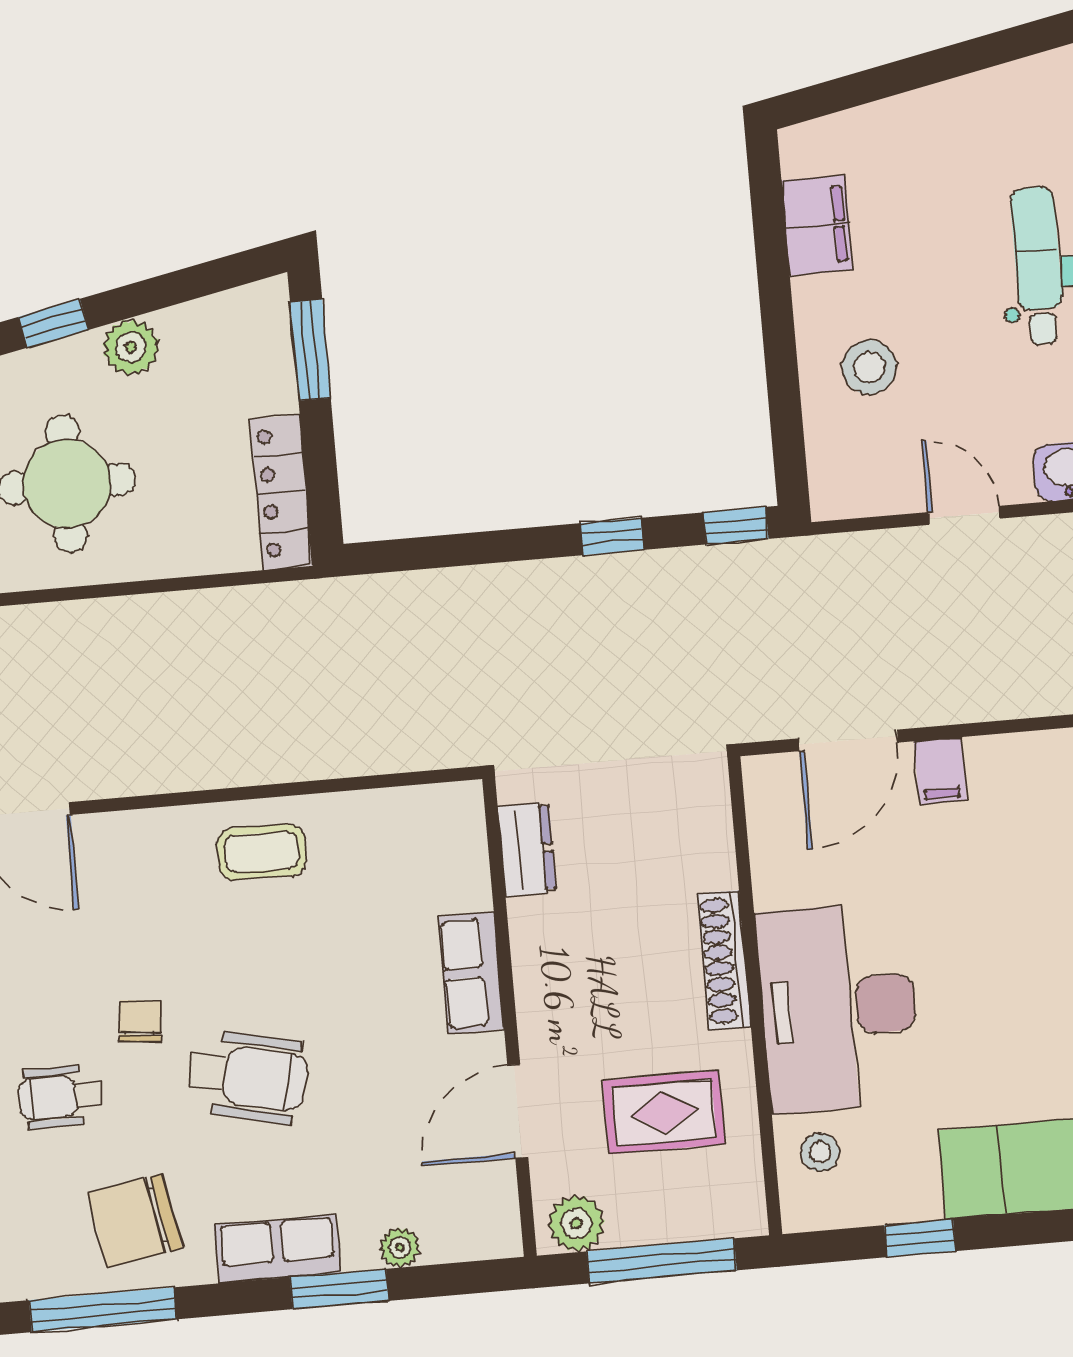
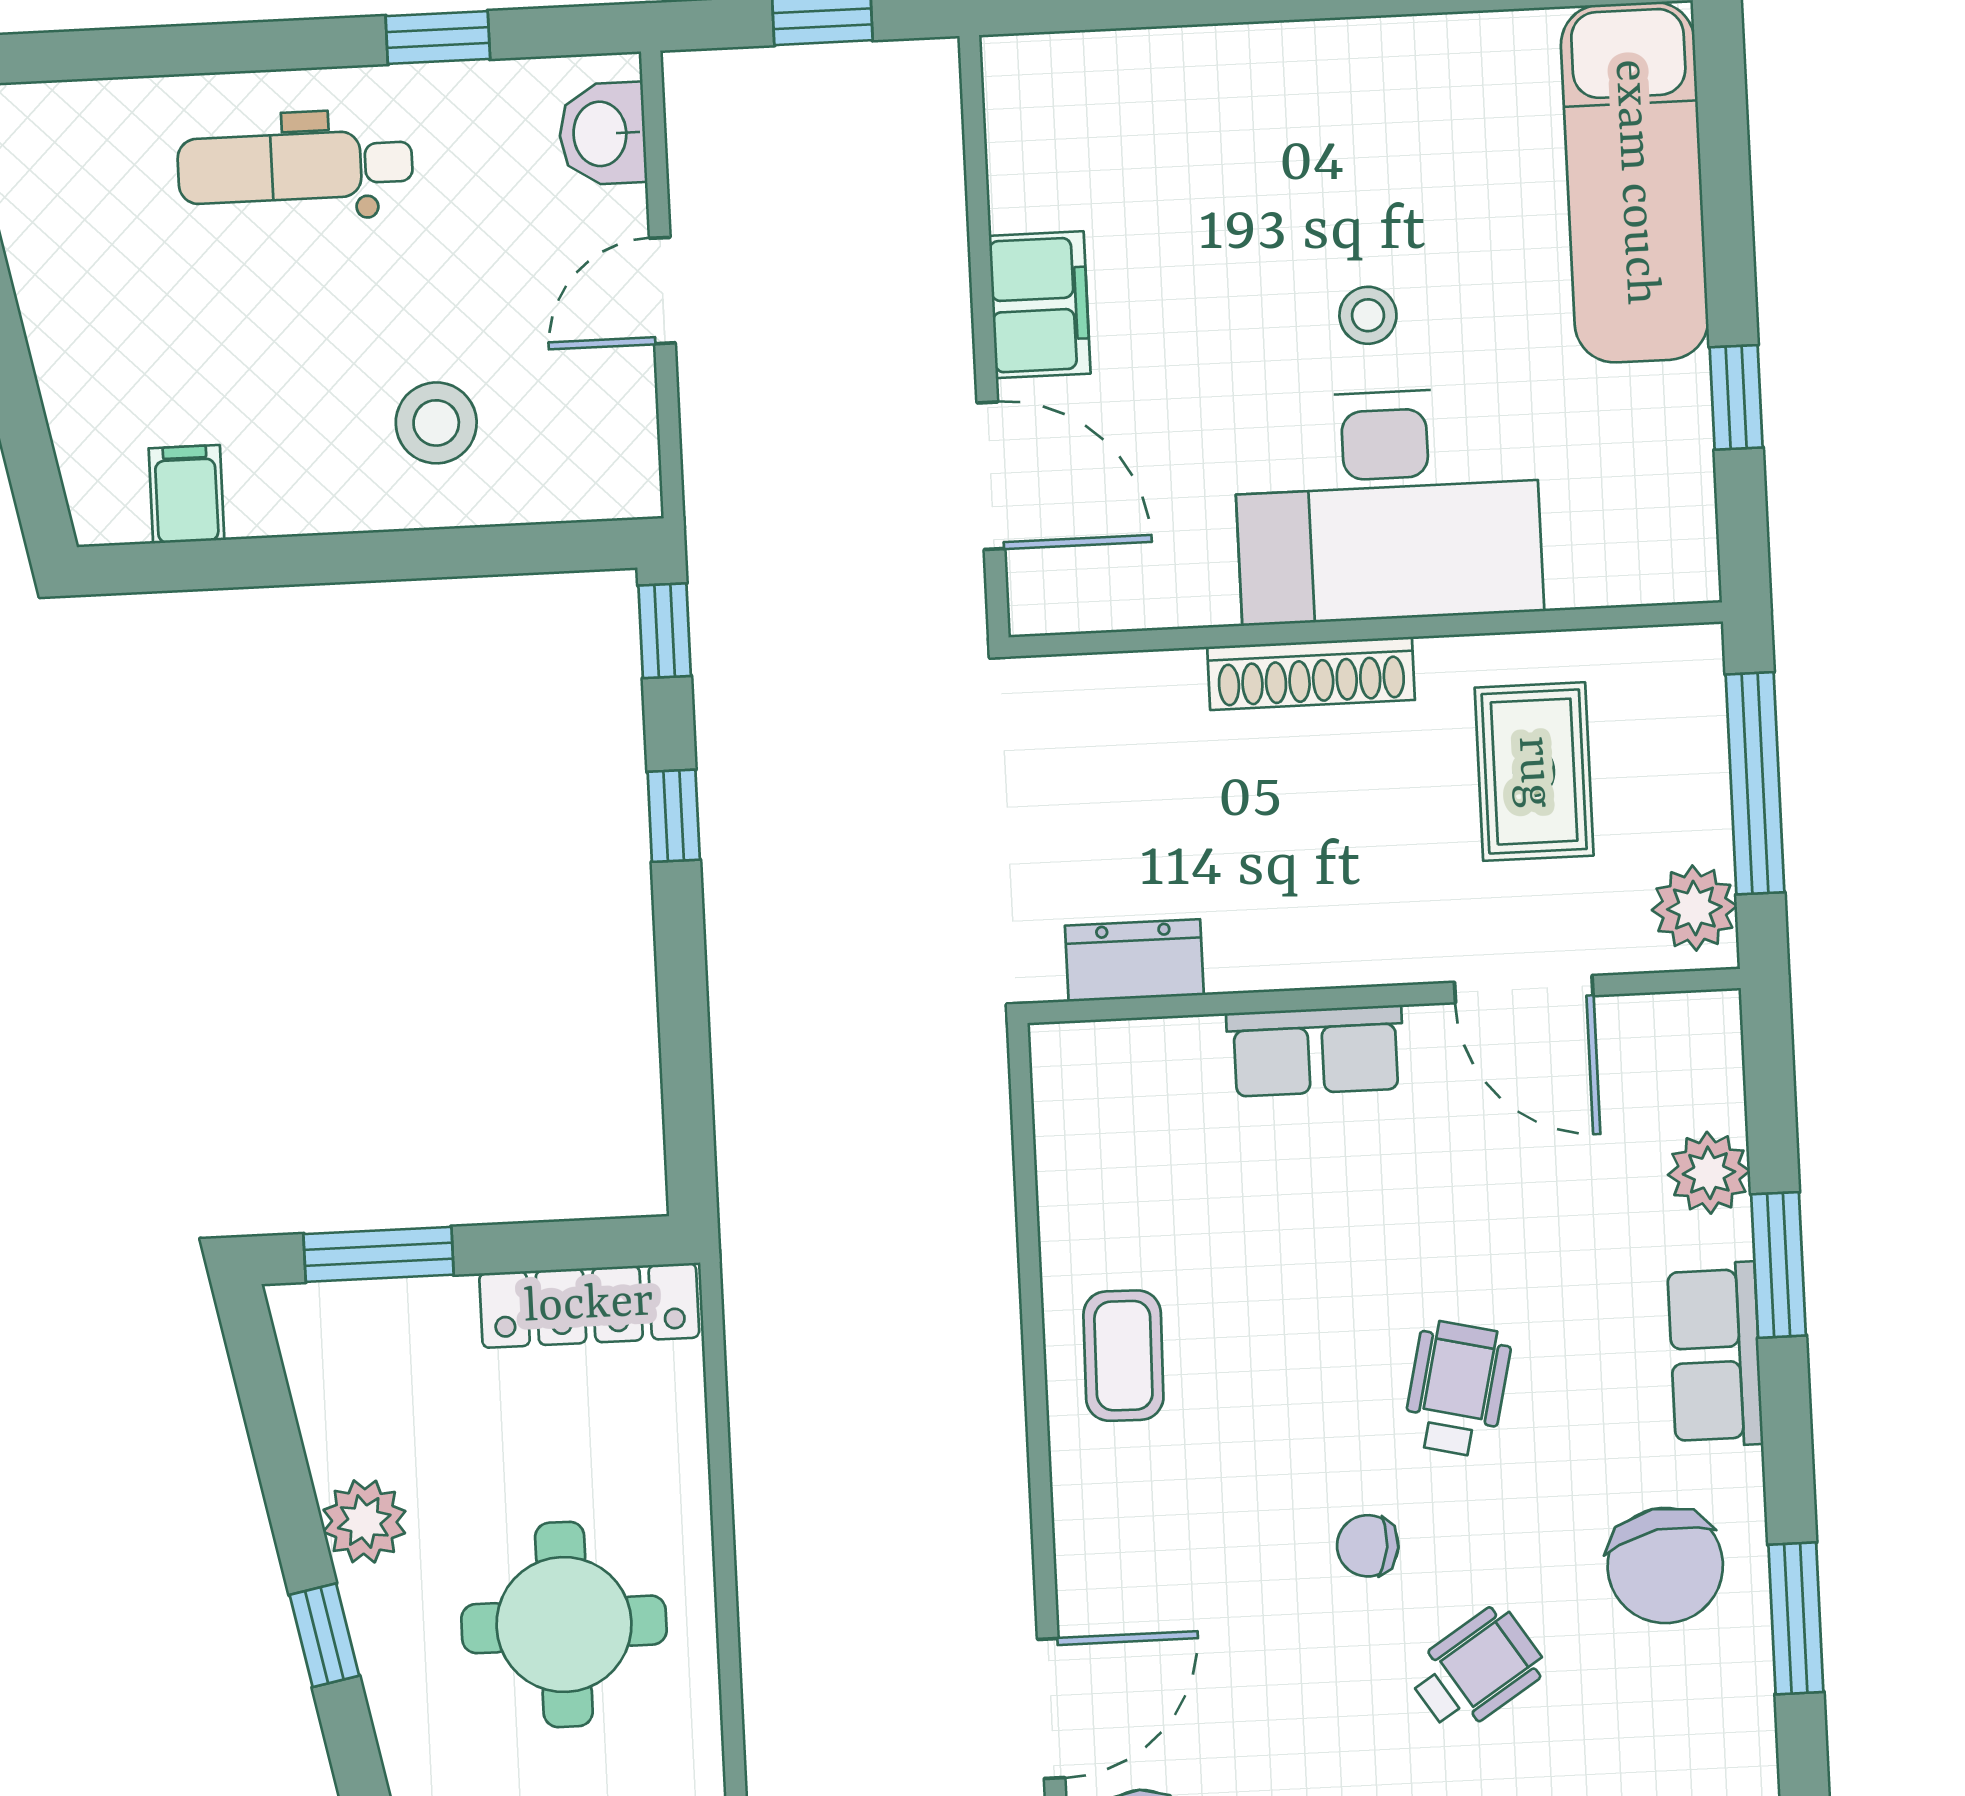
filing cabinet: (817, 225) -> (186, 494), width x0.50
filing cabinet: (940, 771) -> (1040, 305), width x2.00
wheelchair: (248, 1077) -> (1457, 1389), width x0.73, depth x0.73
wheelchair: (60, 1097) -> (1476, 1670), turned -123
stool: (820, 1152) -> (1368, 315), moved
plant: (400, 1247) -> (1709, 1173), width x1.38, depth x1.38
window: (103, 1310) -> (1796, 1618), width x0.69

